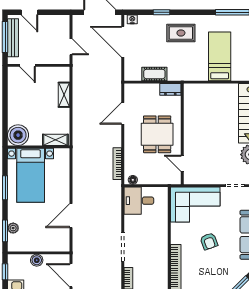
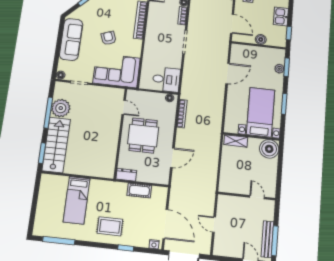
door: (27, 65) -> (257, 197), moved
wall: (39, 65) -> (247, 196), moved
shelving: (64, 95) -> (224, 181), removed

